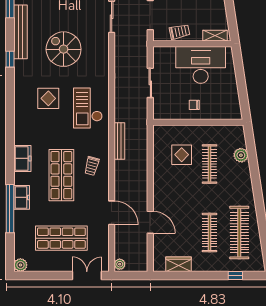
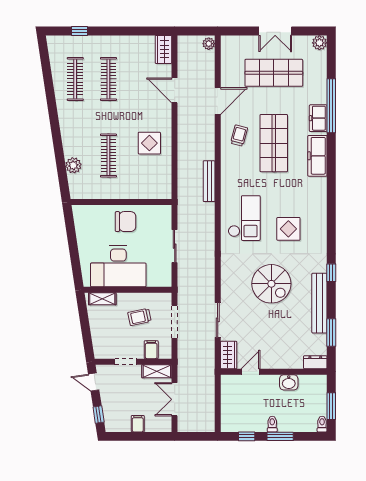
trolley: (179, 32) -> (139, 317), moved
chair: (194, 105) -> (126, 222), width x1.87, depth x1.87
display table: (182, 155) -> (149, 143), moved
freezer: (22, 158) -> (317, 156), width x1.40
trolley: (92, 166) -> (239, 136), moved
door: (112, 213) -> (218, 101), swing flipped
clothes rail: (239, 233) -> (75, 79), width x0.73, depth x0.76
wardrobe: (179, 264) -> (163, 49), moved, turned 90
double door: (87, 276) -> (275, 31), moved

